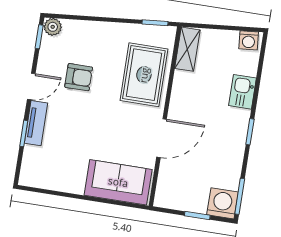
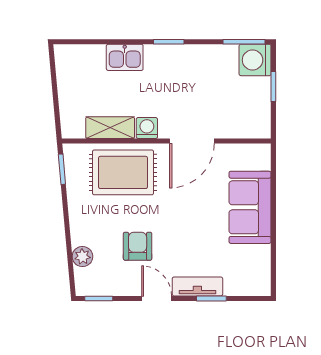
plant: (53, 27) -> (82, 257), moved
washing machine: (249, 40) -> (147, 128), moved, turned -85
shelving: (187, 49) -> (110, 128), moved
door: (162, 138) -> (192, 141), swing flipped
sofa: (118, 182) -> (250, 207), moved

